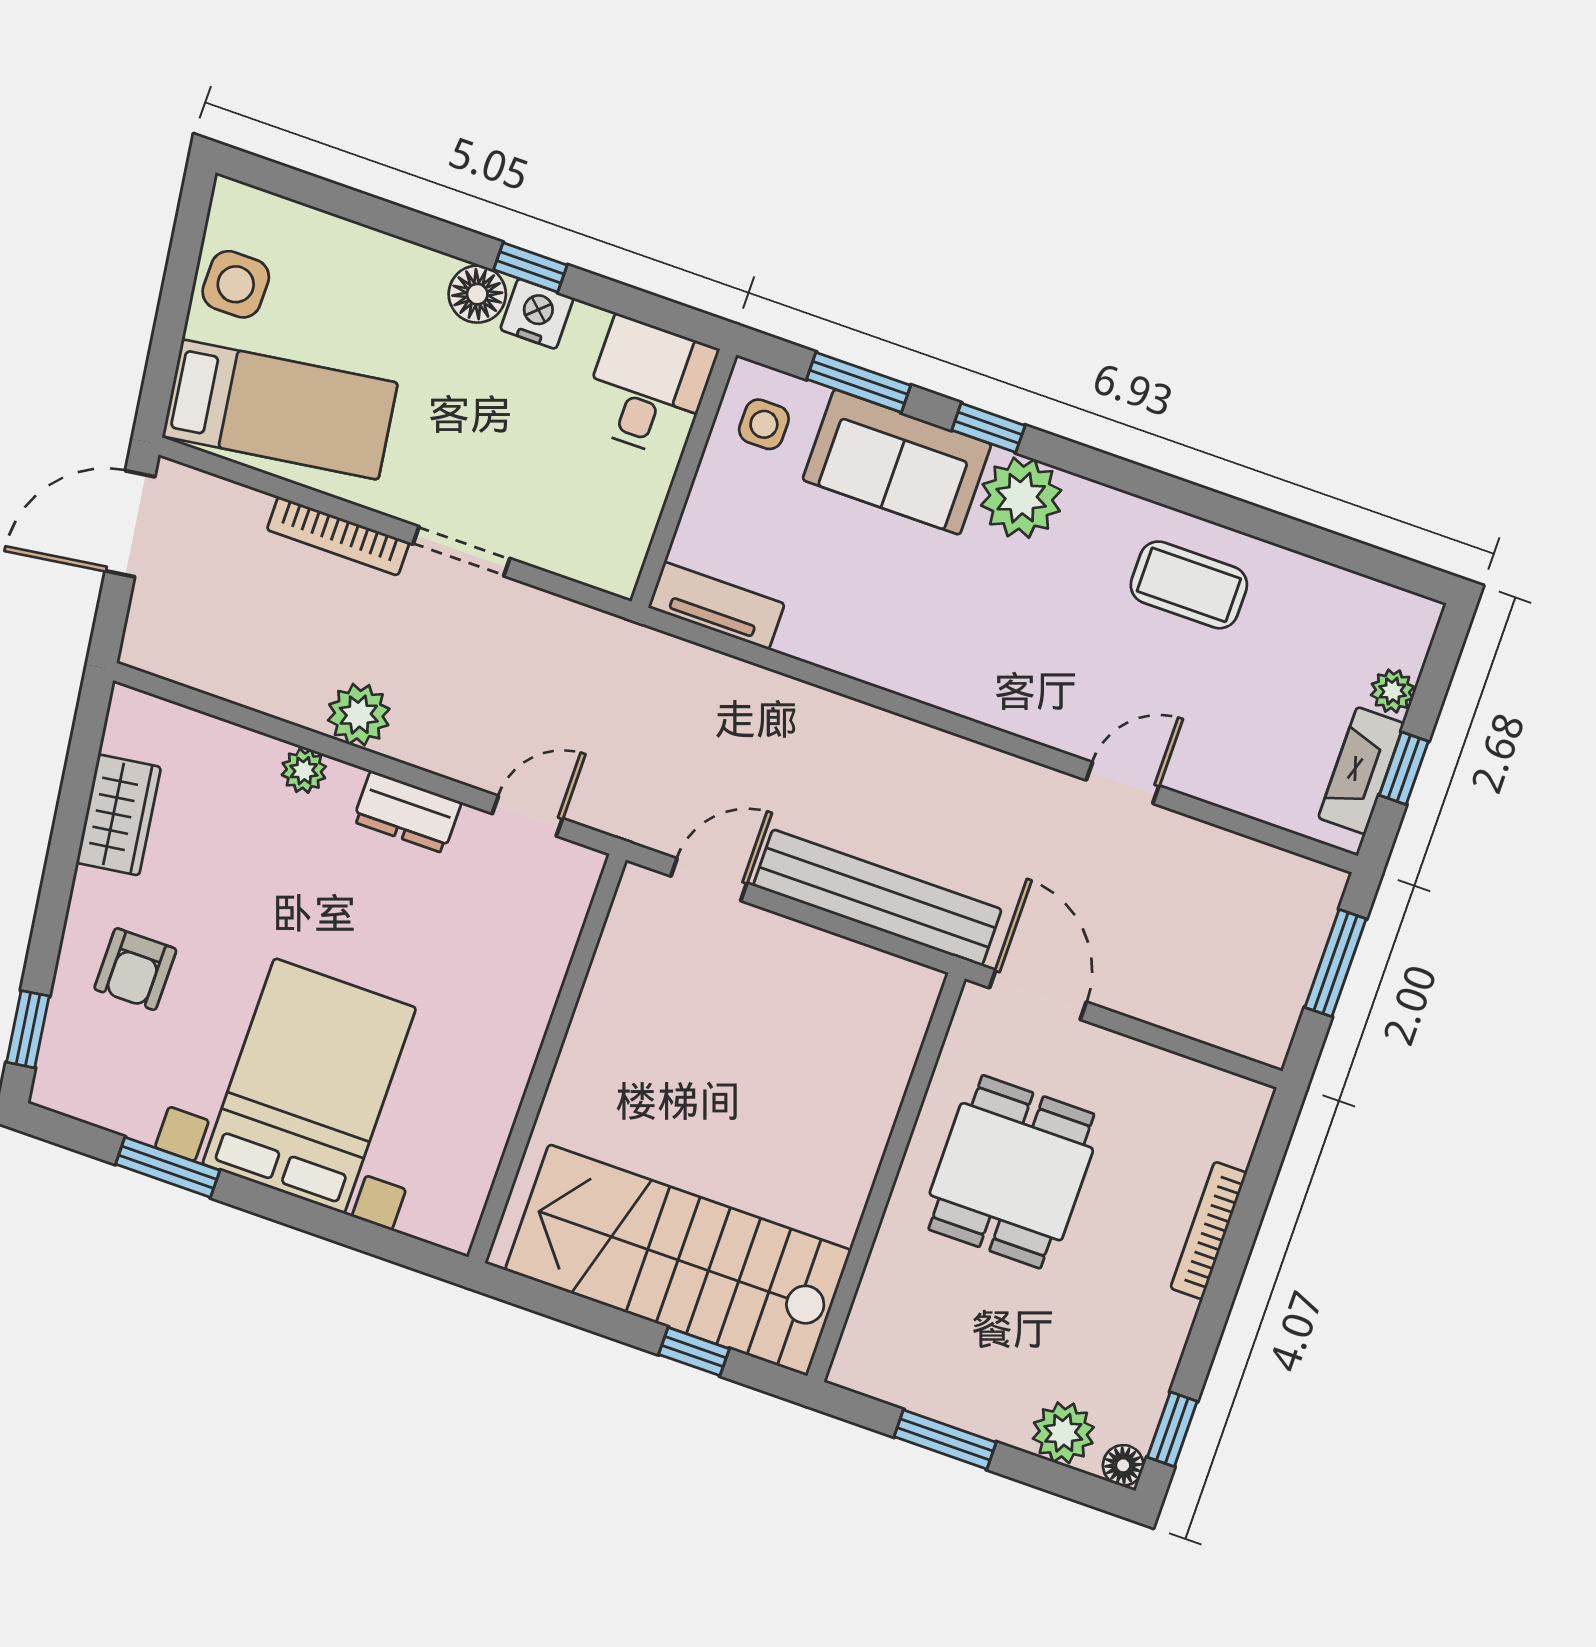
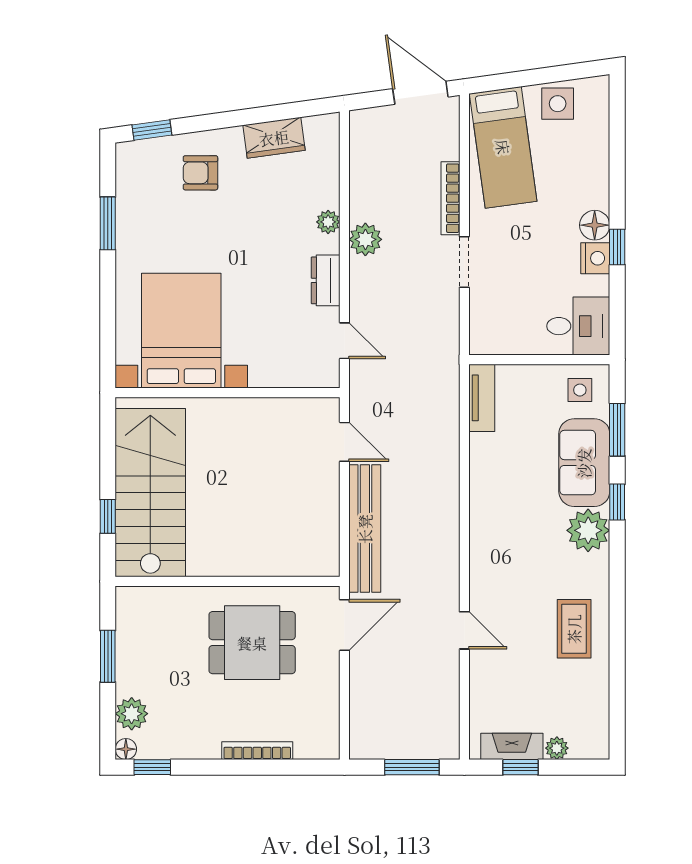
bed with nightstands: (309, 1086) -> (181, 331), moved, turned -90

